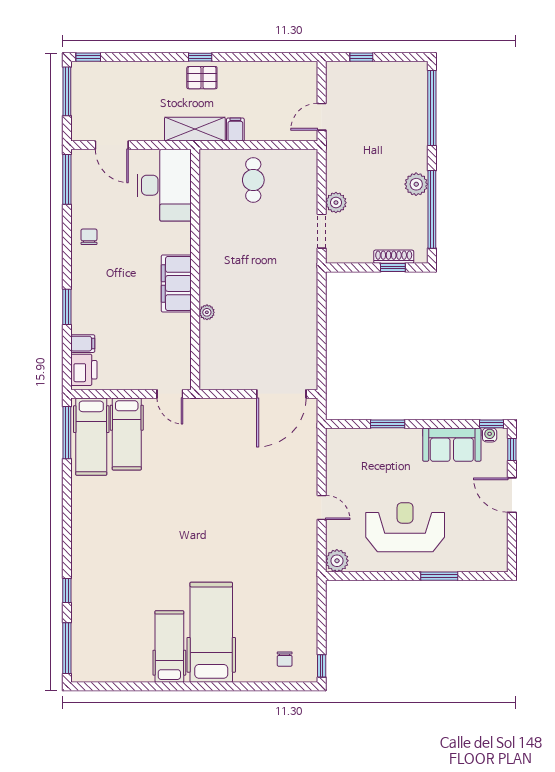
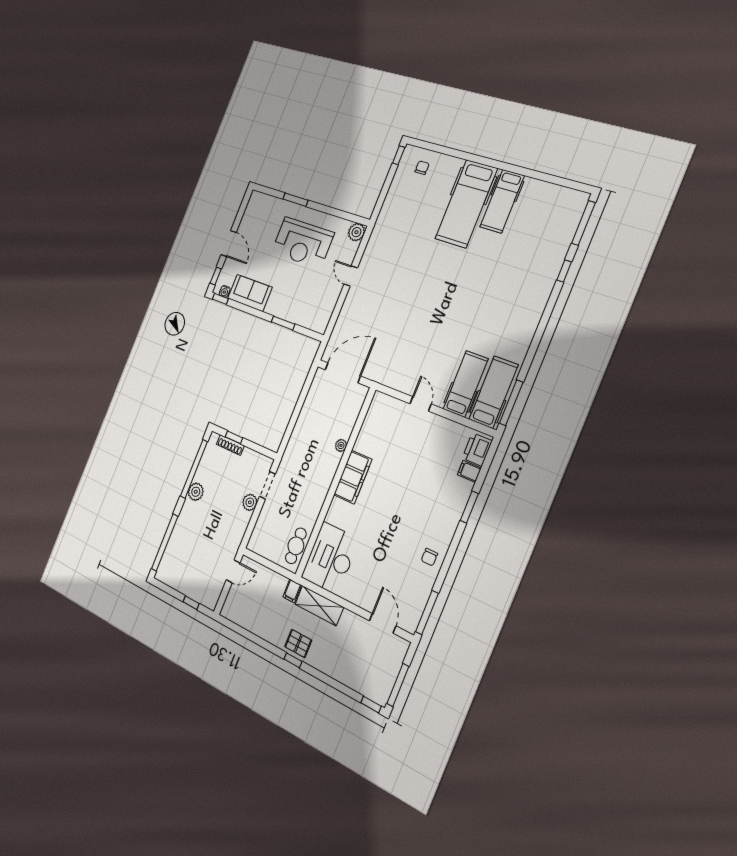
desk: (164, 185) -> (330, 558), moved
wall: (195, 270) -> (336, 482), moved
filing cabinet: (176, 283) -> (353, 477), moved
plant: (207, 312) -> (341, 445), moved

